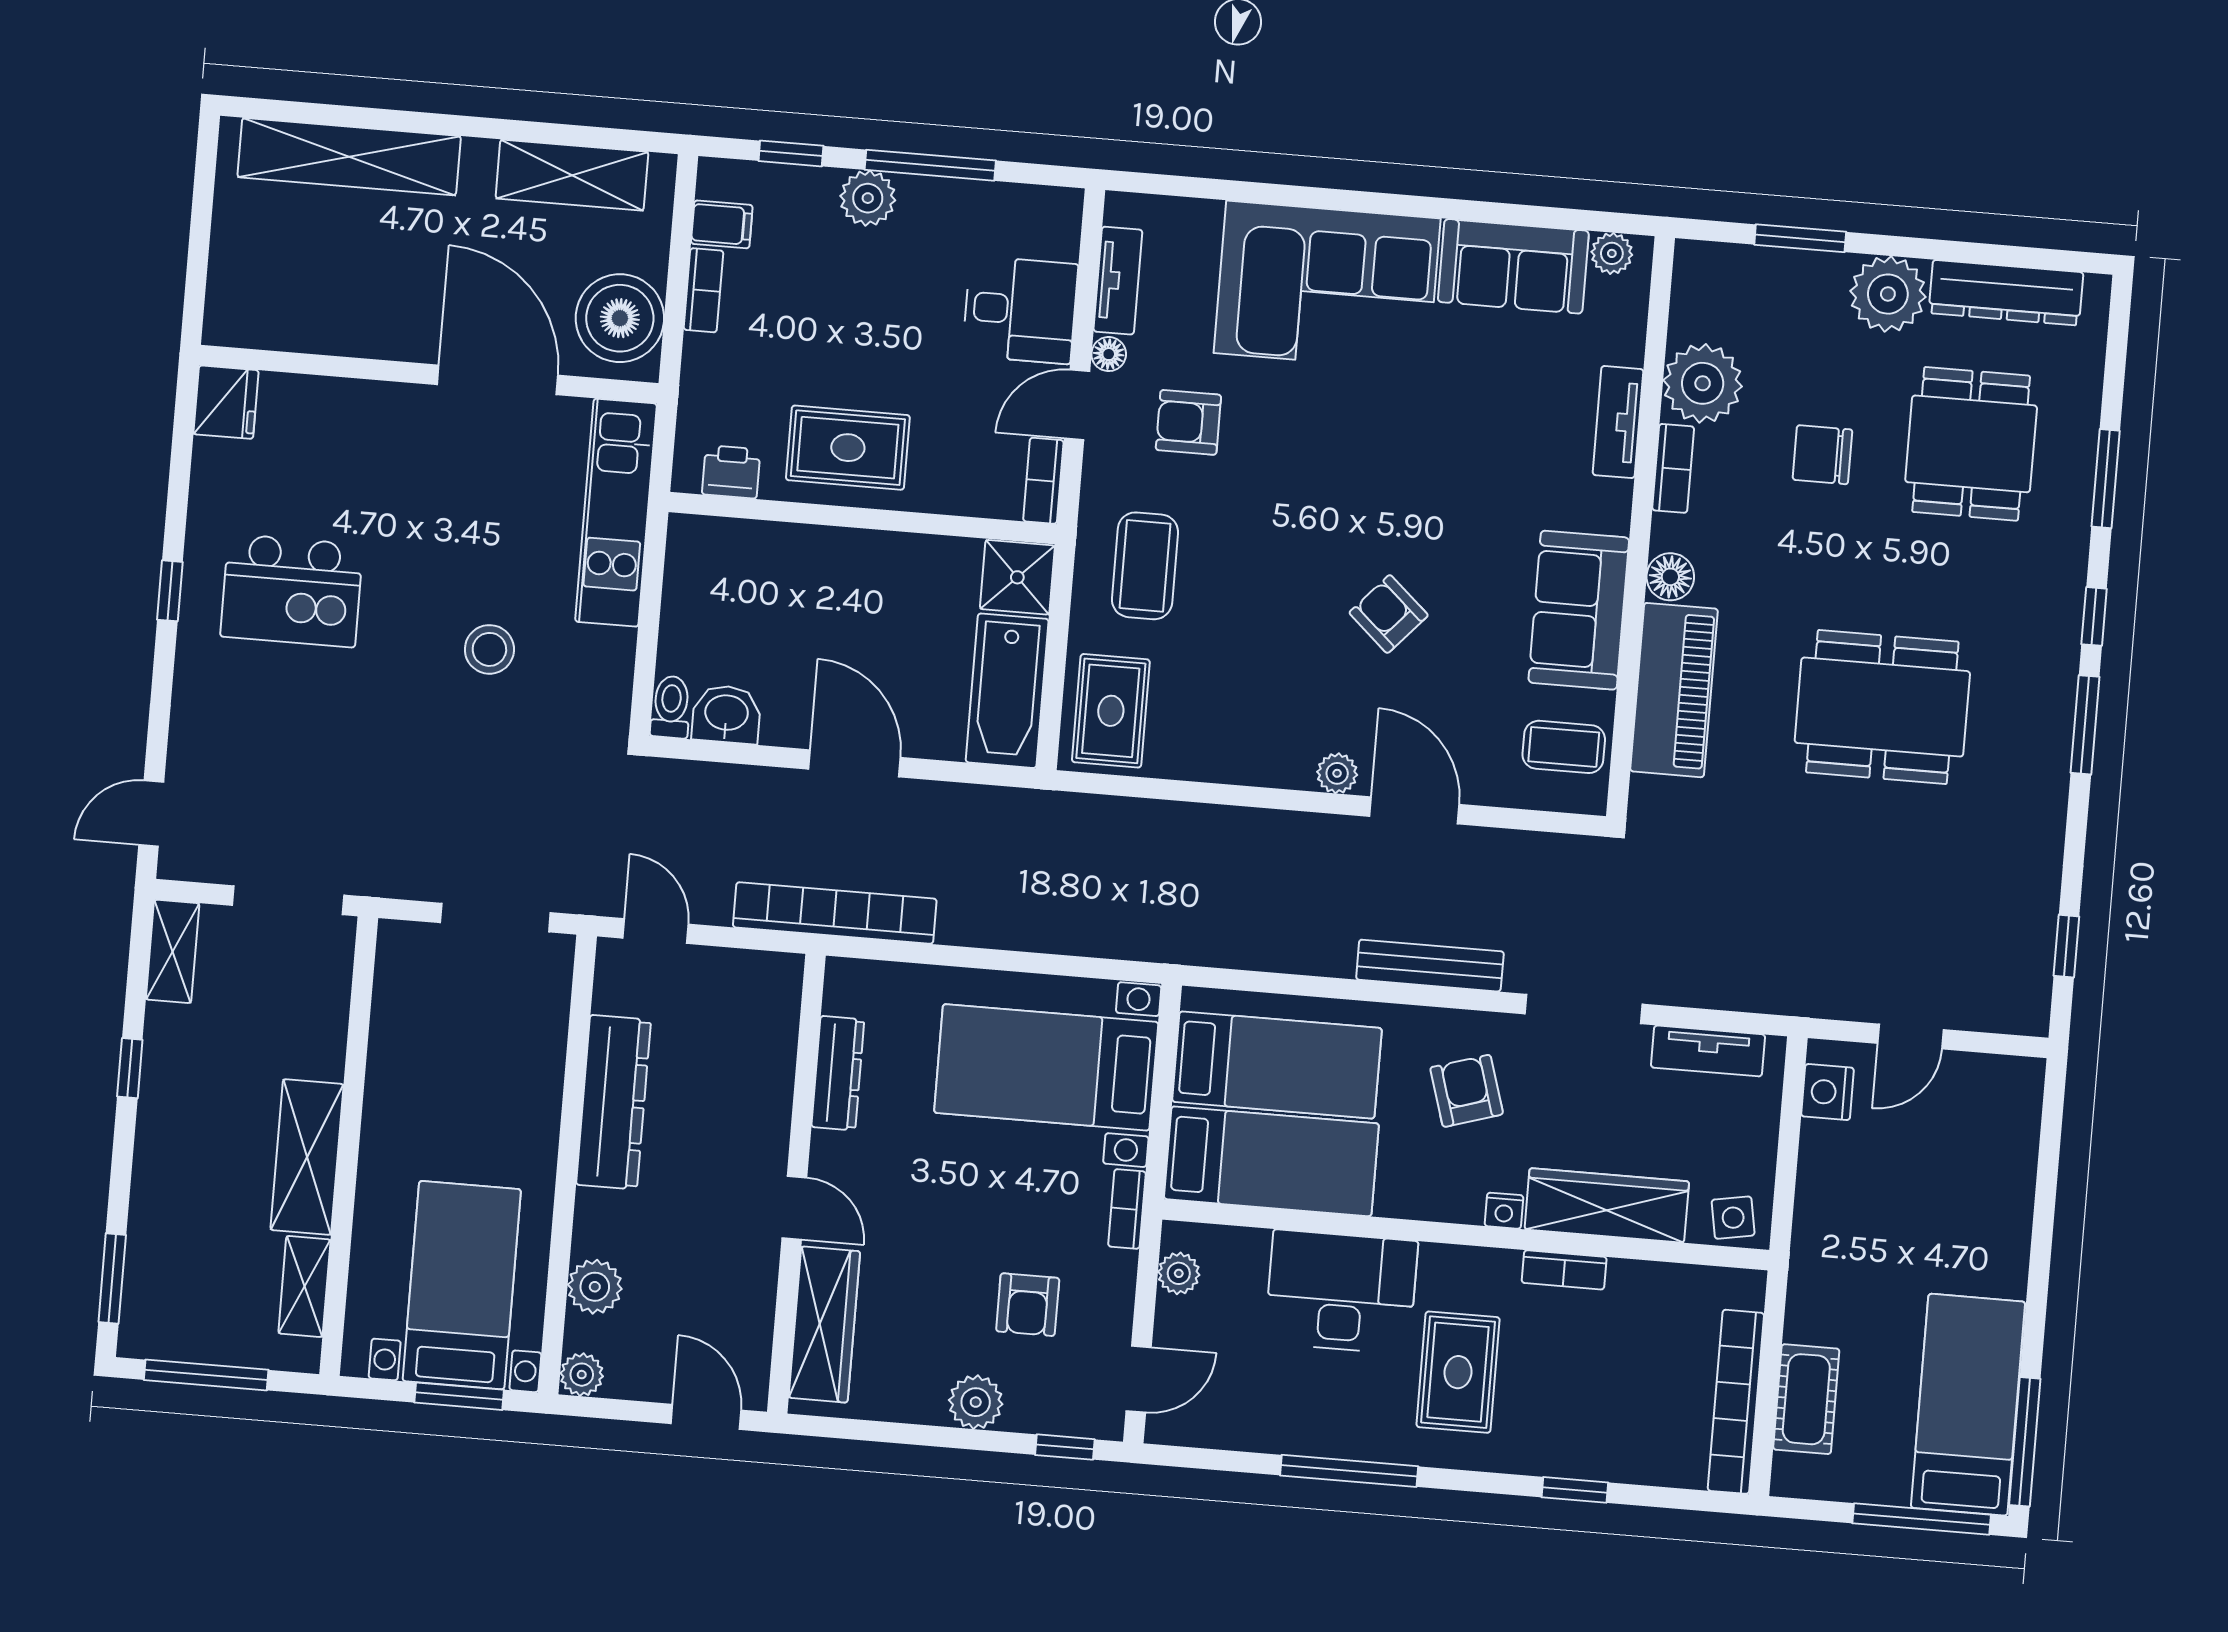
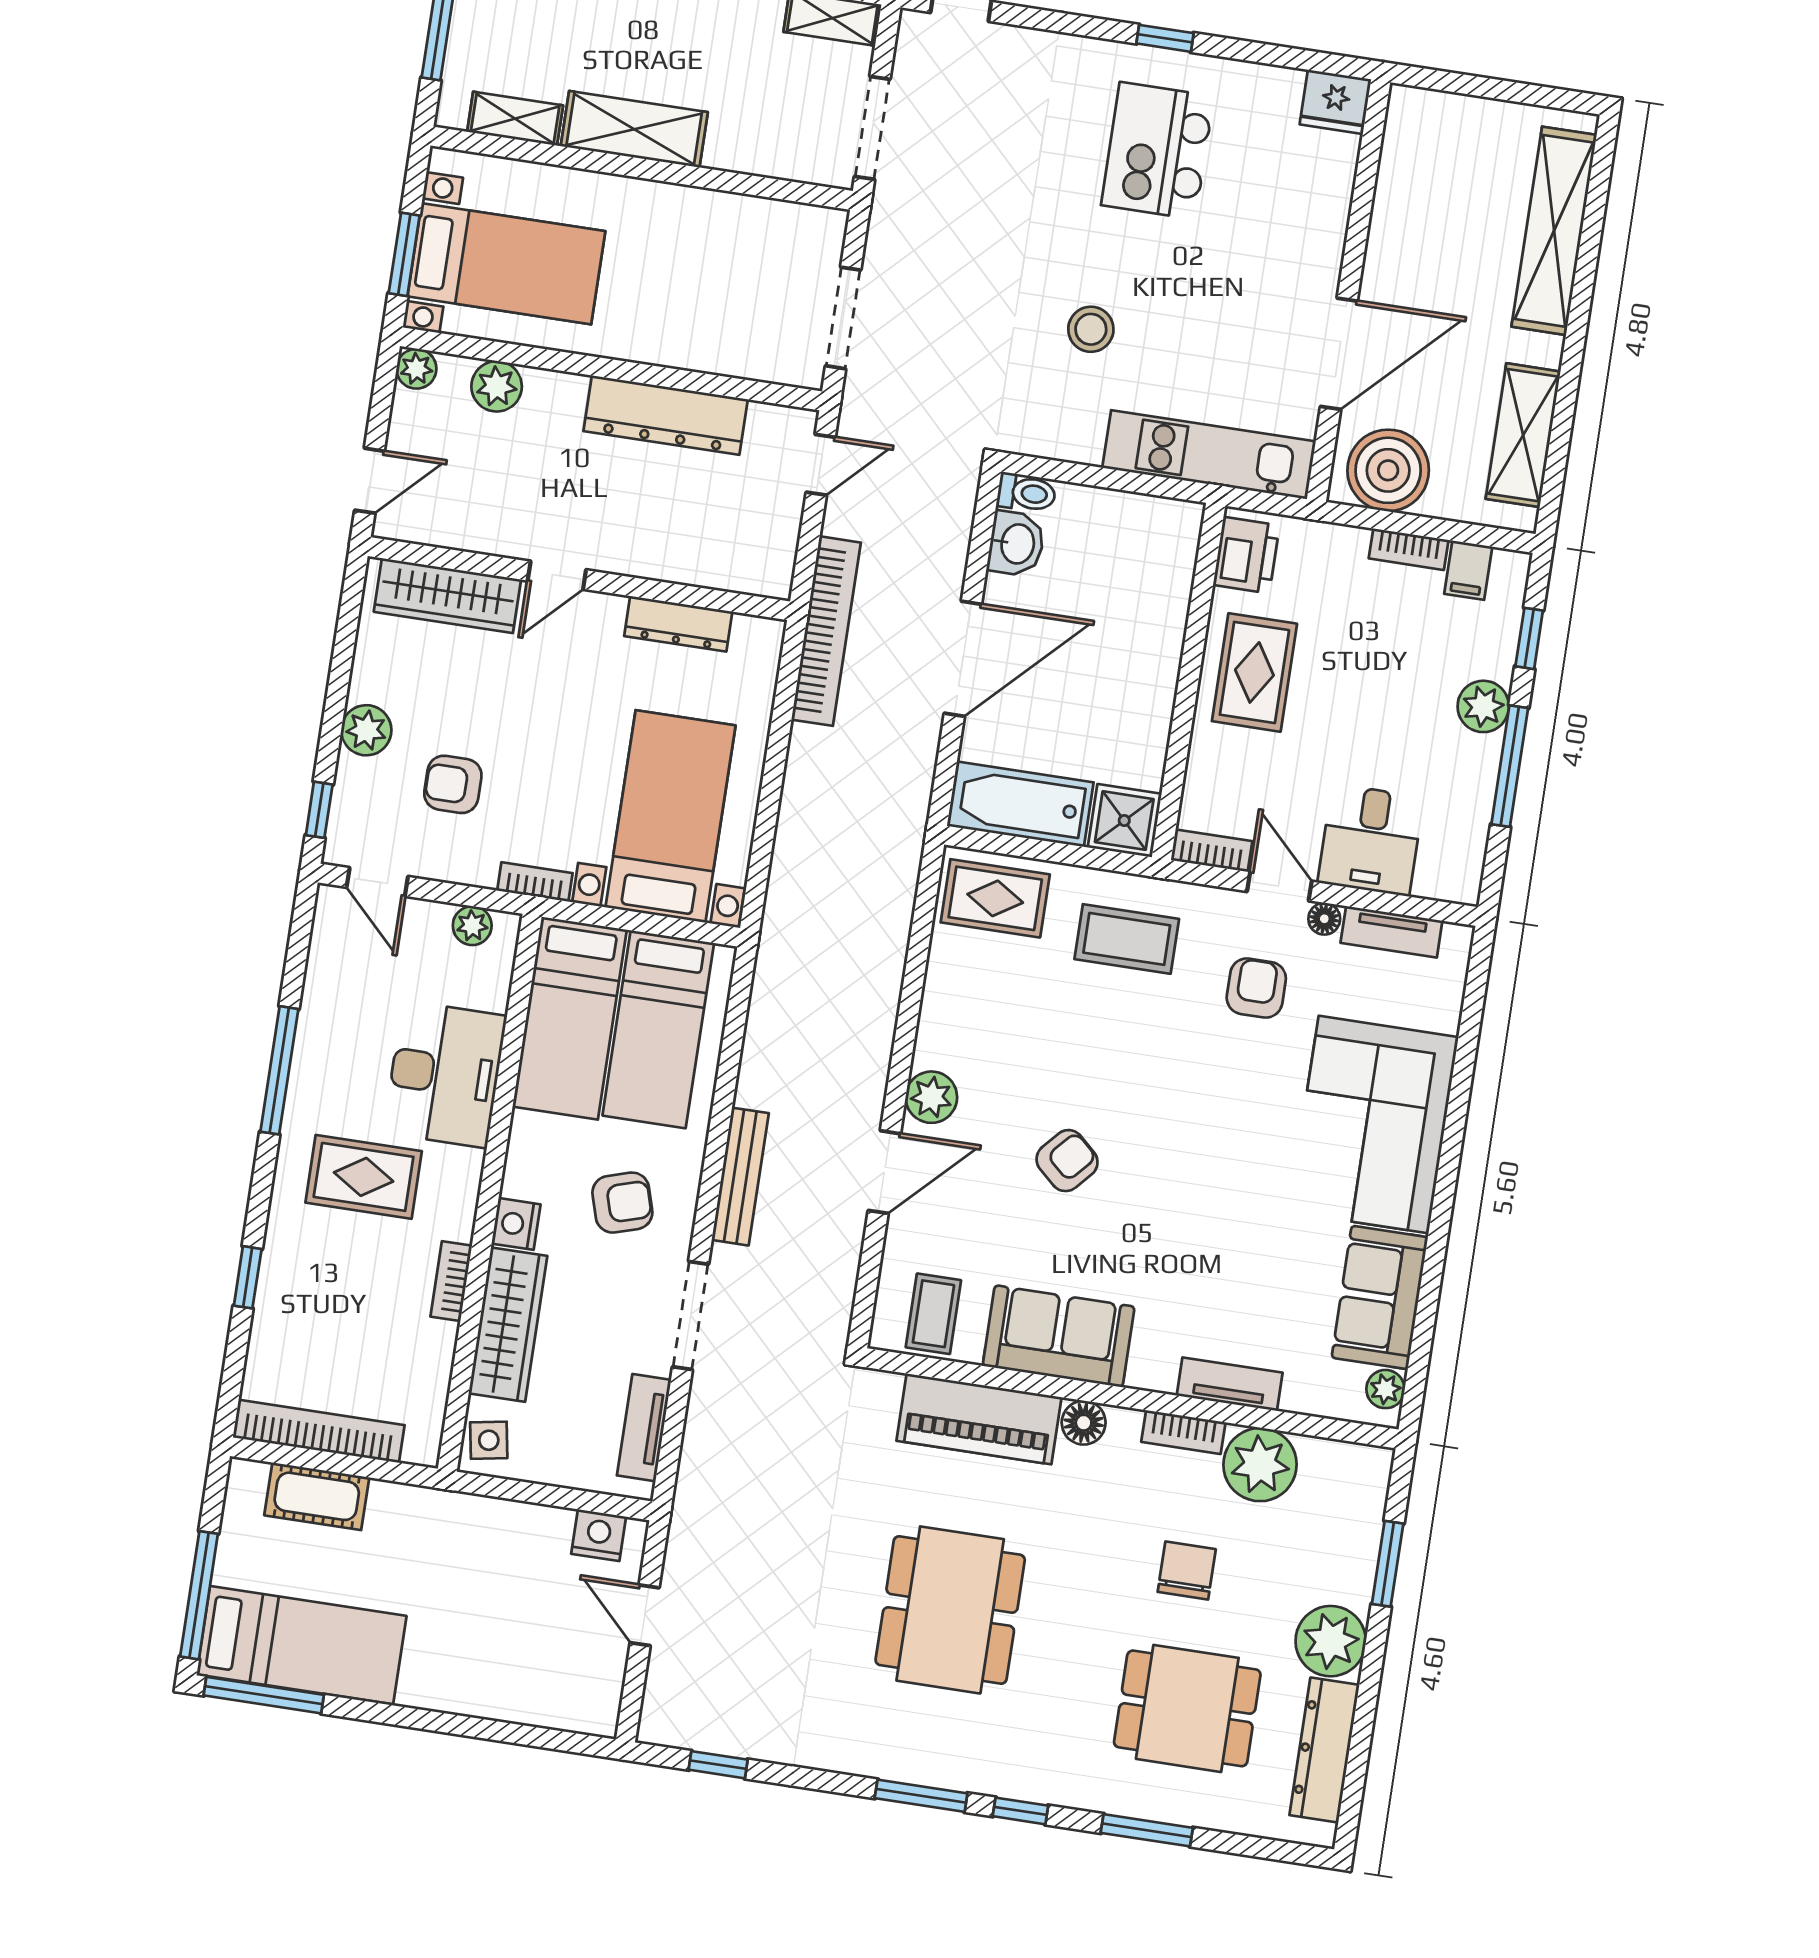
printer: (731, 472) -> (1246, 555), width x1.36, depth x1.24
door: (855, 763) -> (963, 659), width x1.36
plant: (1337, 773) -> (931, 1097), width x1.38, depth x1.38
nightstand: (1504, 1211) -> (516, 1224), width x1.39, depth x1.35

